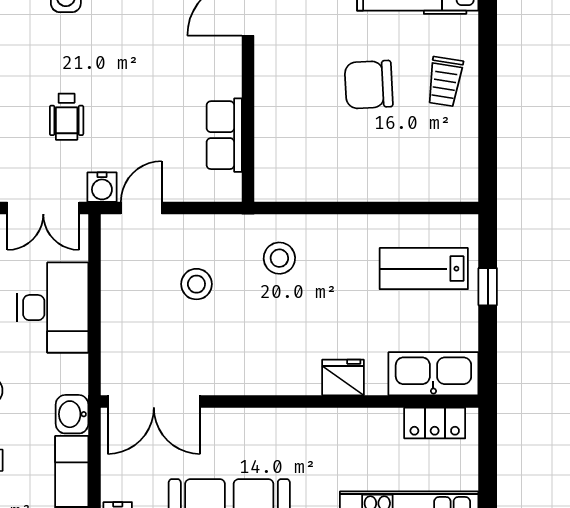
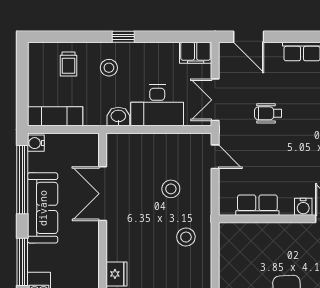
water cooler: (102, 187) -> (303, 207), moved, turned -90
double door: (154, 402) -> (103, 194), moved
washbasin: (72, 414) -> (118, 117), moved

